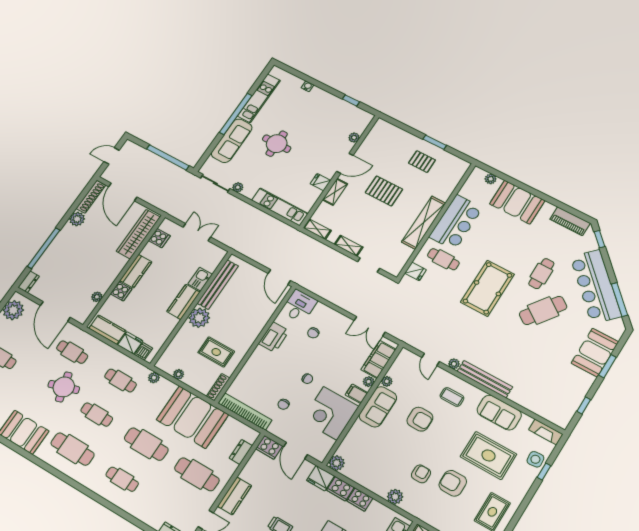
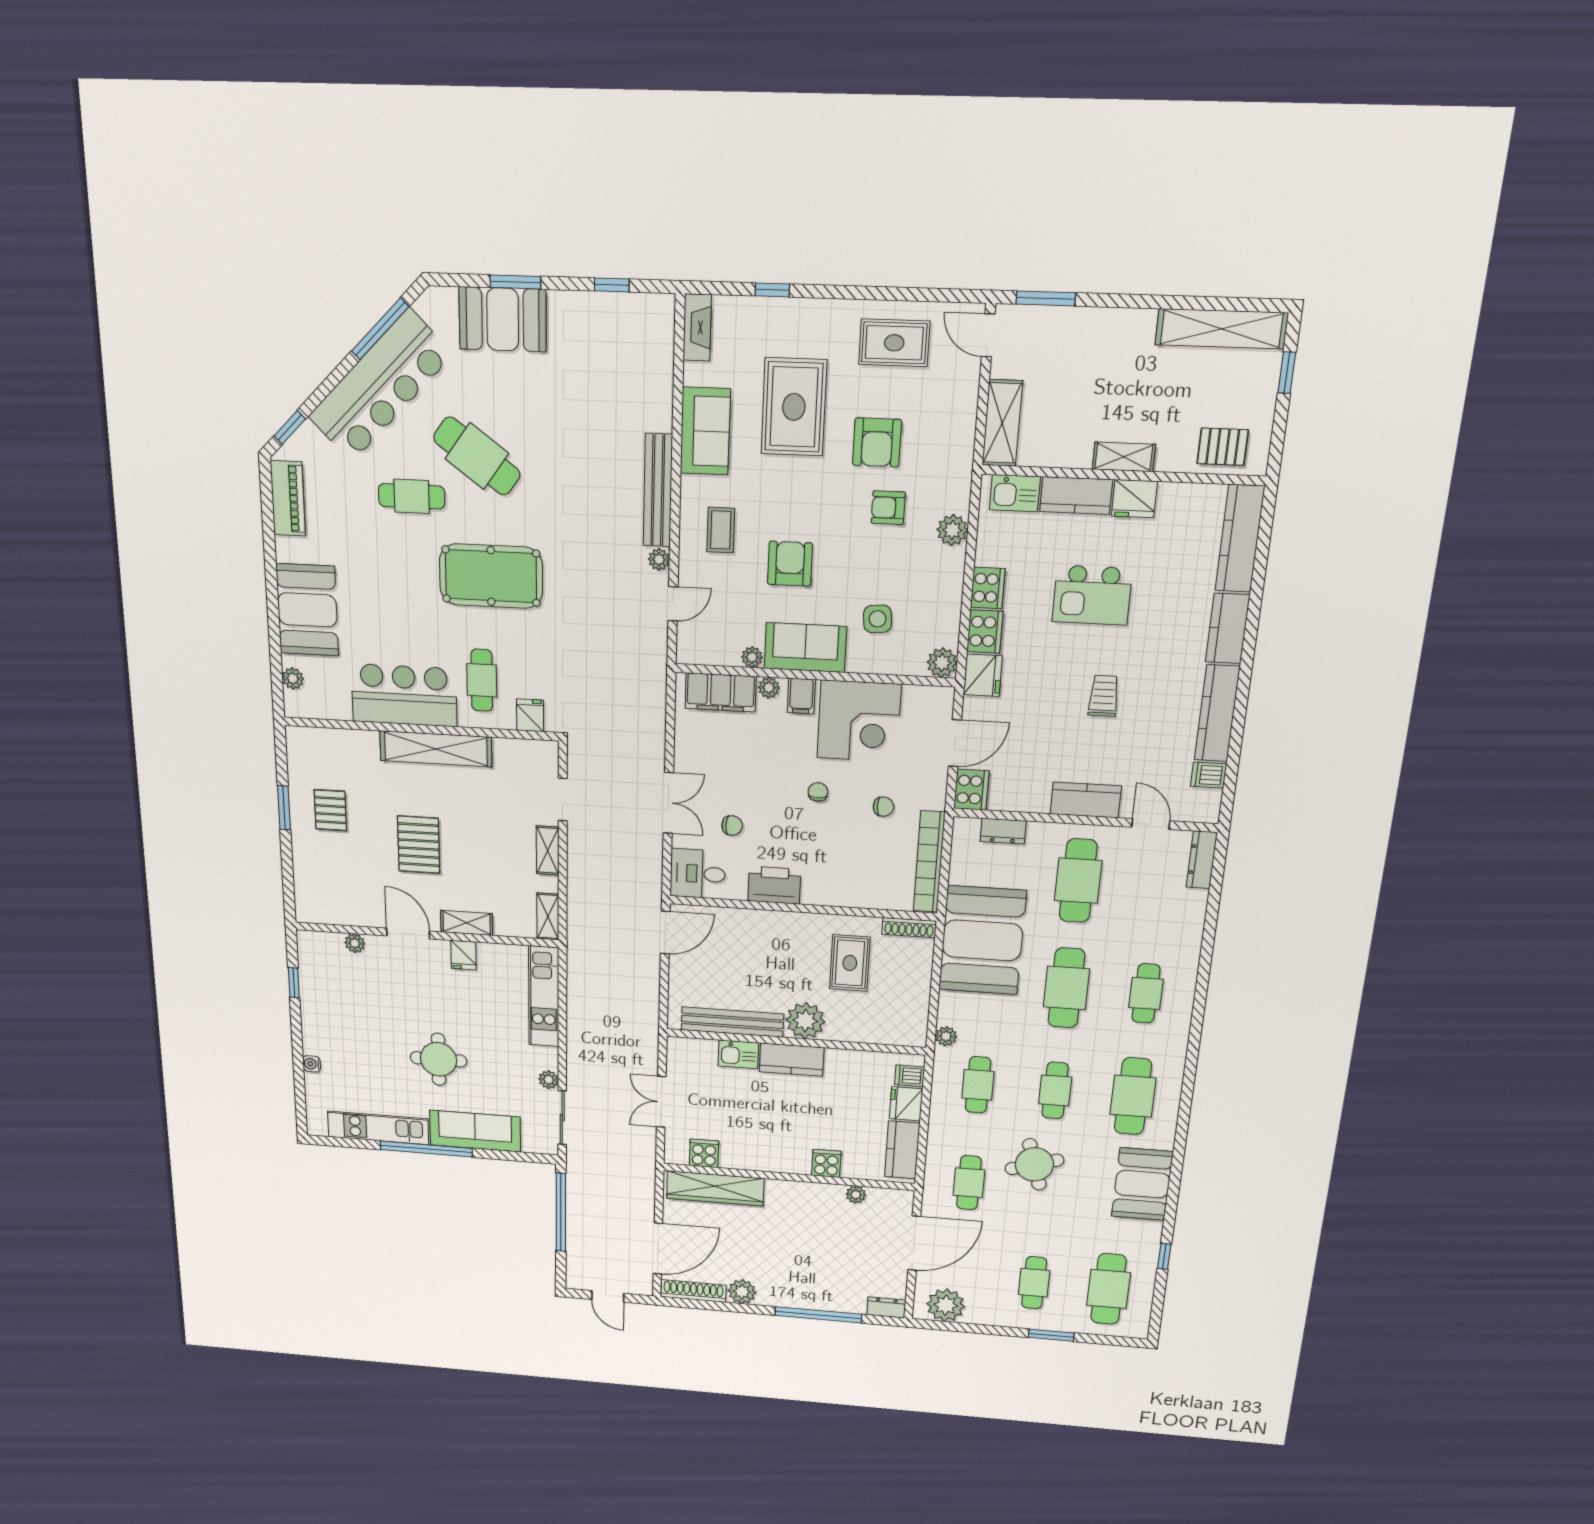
kitchen counter: (136, 271) -> (780, 1159), removed
double door: (370, 326) -> (668, 803), moved
plant: (179, 374) -> (920, 1001), removed
side table: (535, 459) -> (878, 619), moved

